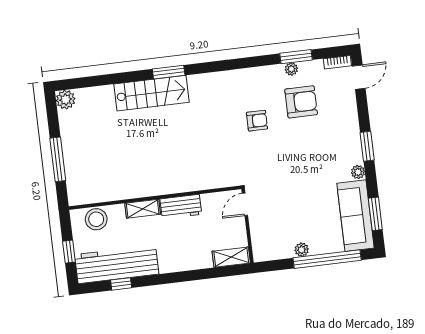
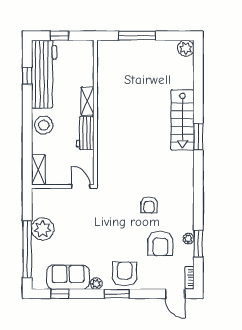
armchair: (343, 140) -> (125, 274), added
window: (375, 214) -> (60, 294), width x0.67
sofa: (356, 216) -> (68, 277), width x0.73
stool: (96, 219) -> (44, 125), moved
plant: (302, 250) -> (43, 229), width x1.88, depth x1.88

